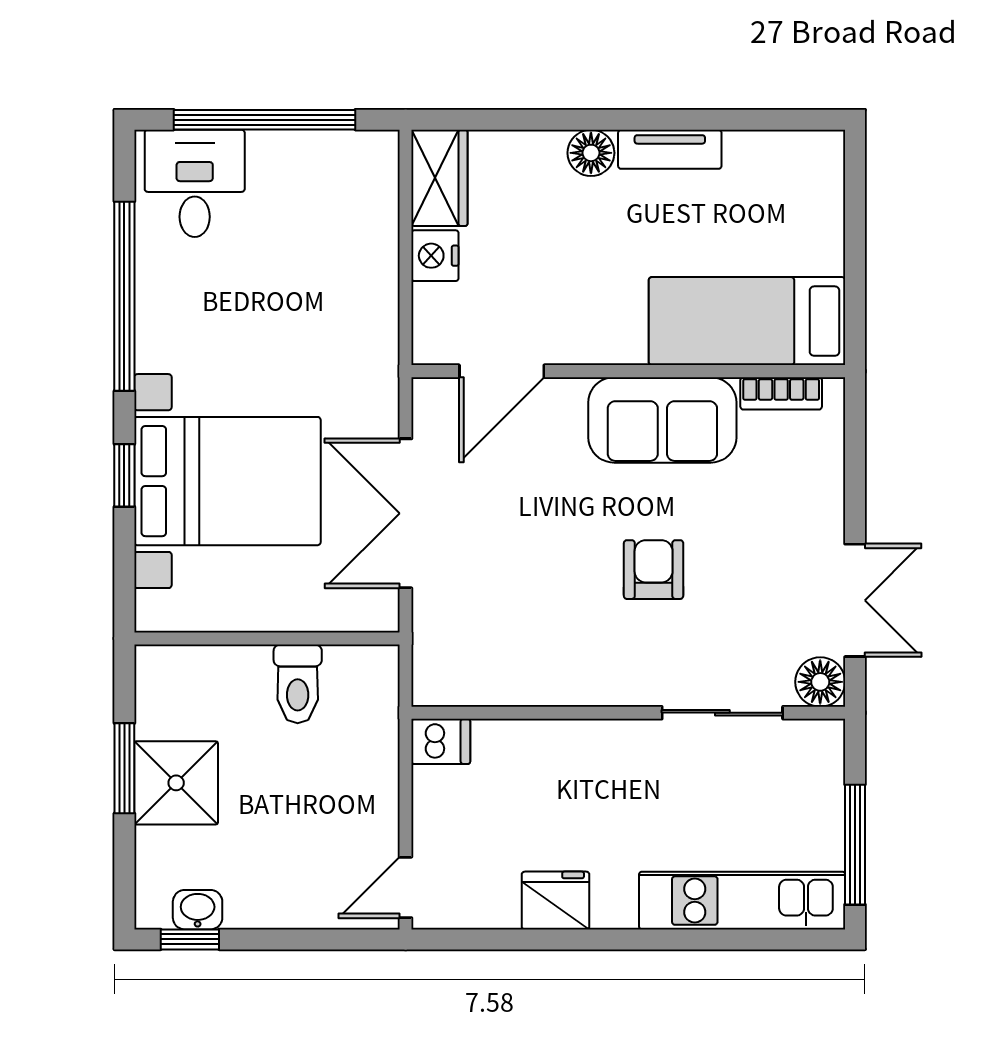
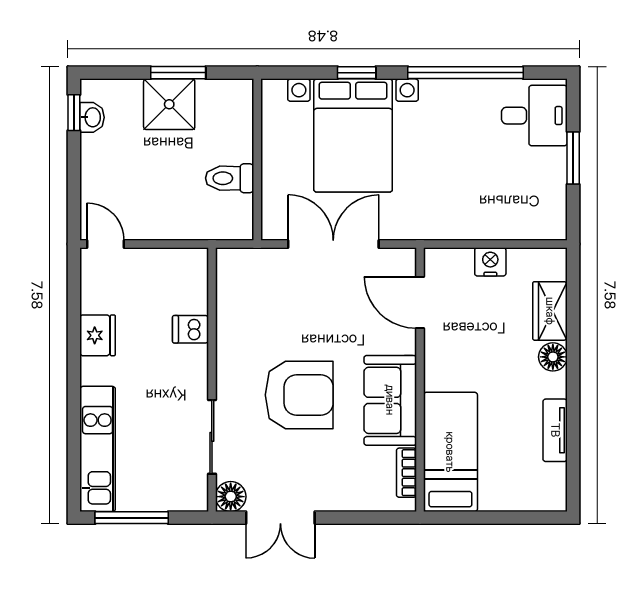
window: (264, 120) -> (573, 158), width x0.47
tv unit: (670, 149) -> (555, 430), moved
wardrobe: (439, 178) -> (550, 311), moved, turned 90
armchair: (654, 570) -> (299, 395), width x1.88, depth x1.88
dishwasher: (441, 741) -> (190, 329), moved, turned 90

